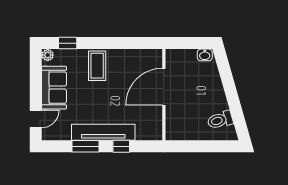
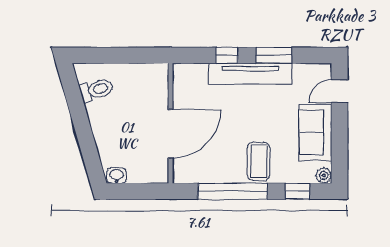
window: (117, 43) -> (233, 191), added

